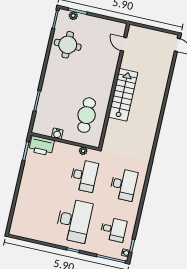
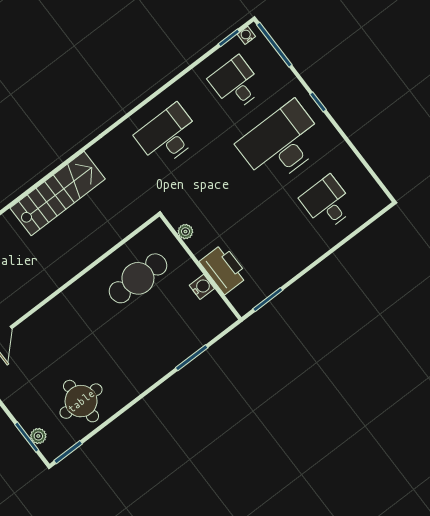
stairs: (123, 95) -> (58, 194), moved, turned 180
printer: (42, 146) -> (224, 269), moved
desk: (84, 176) -> (327, 203), moved, width x0.73

